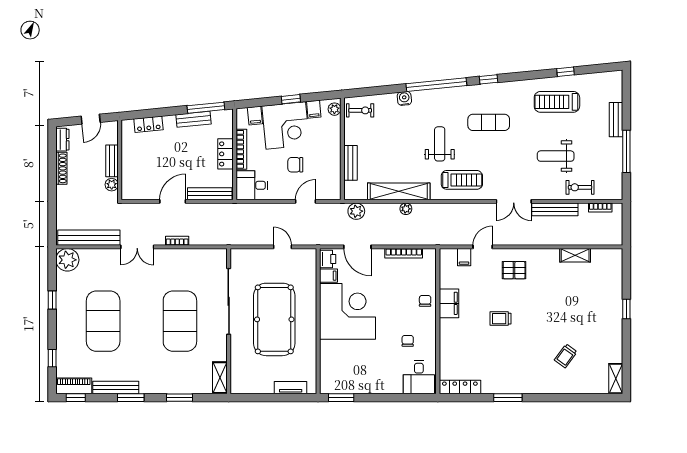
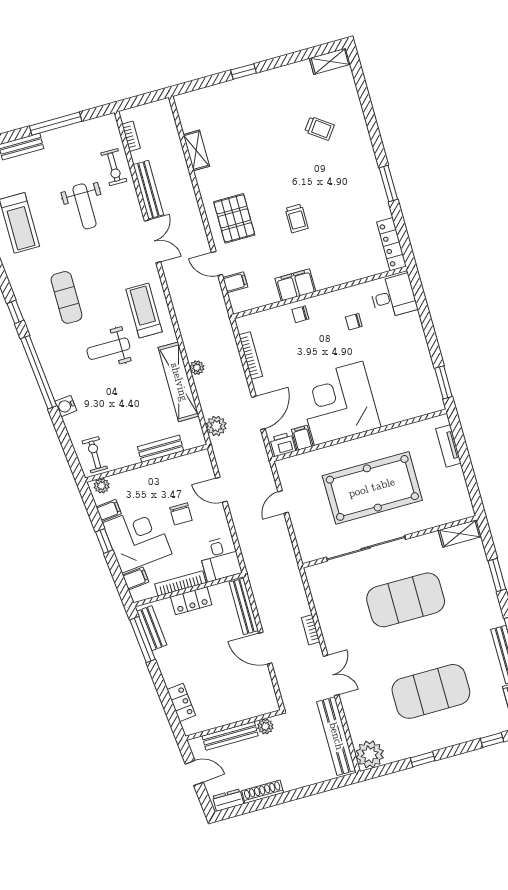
bench: (193, 119) -> (152, 628), moved
bench: (112, 161) -> (230, 736), width x1.36
pallet: (514, 270) -> (234, 218), width x1.50, depth x1.42

